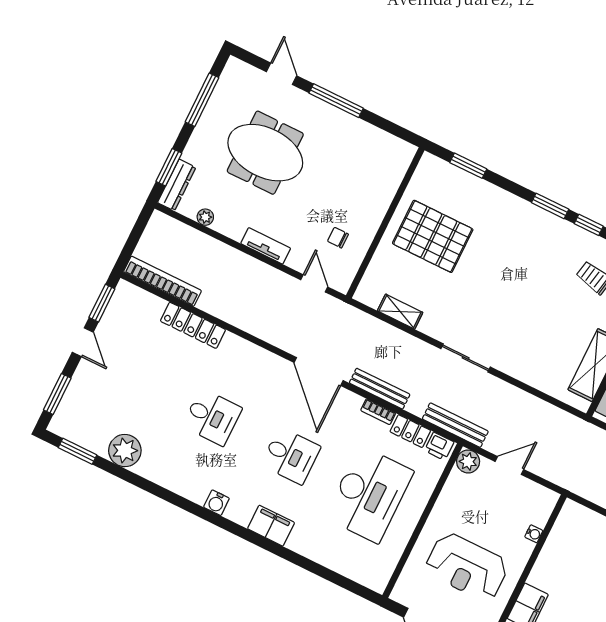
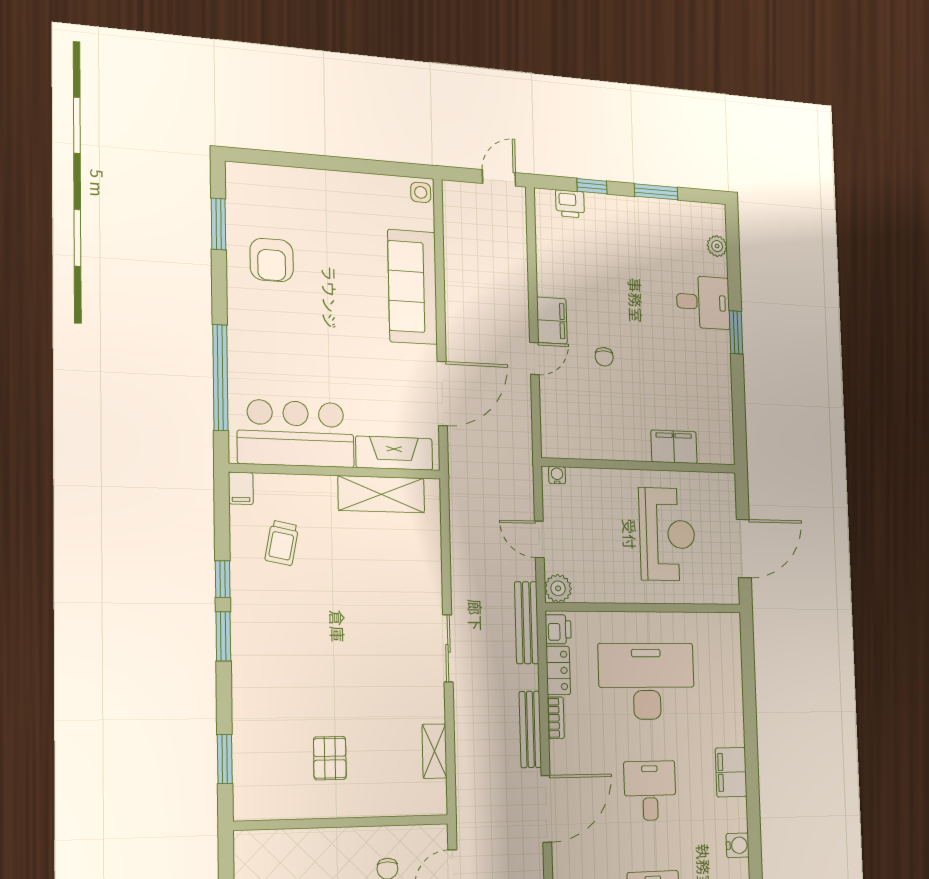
pallet: (433, 236) -> (330, 758), width x0.49, depth x0.50
water cooler: (534, 534) -> (557, 475), moved

